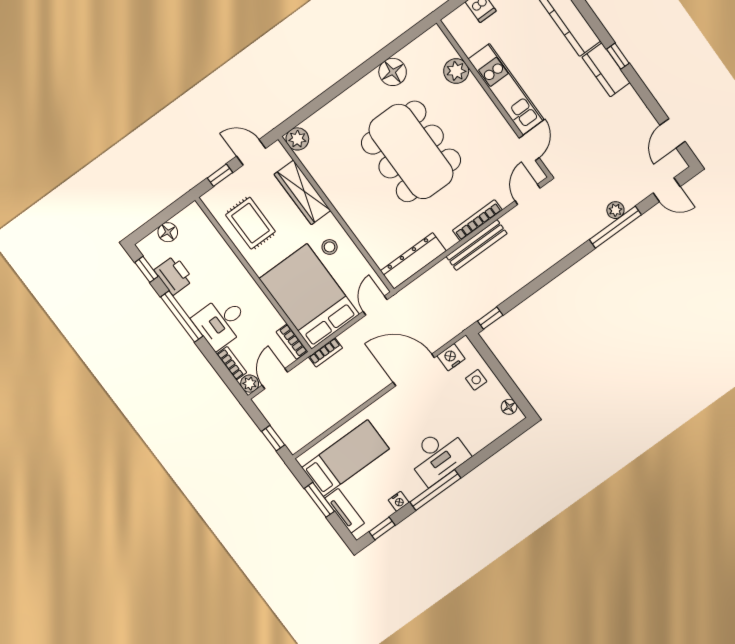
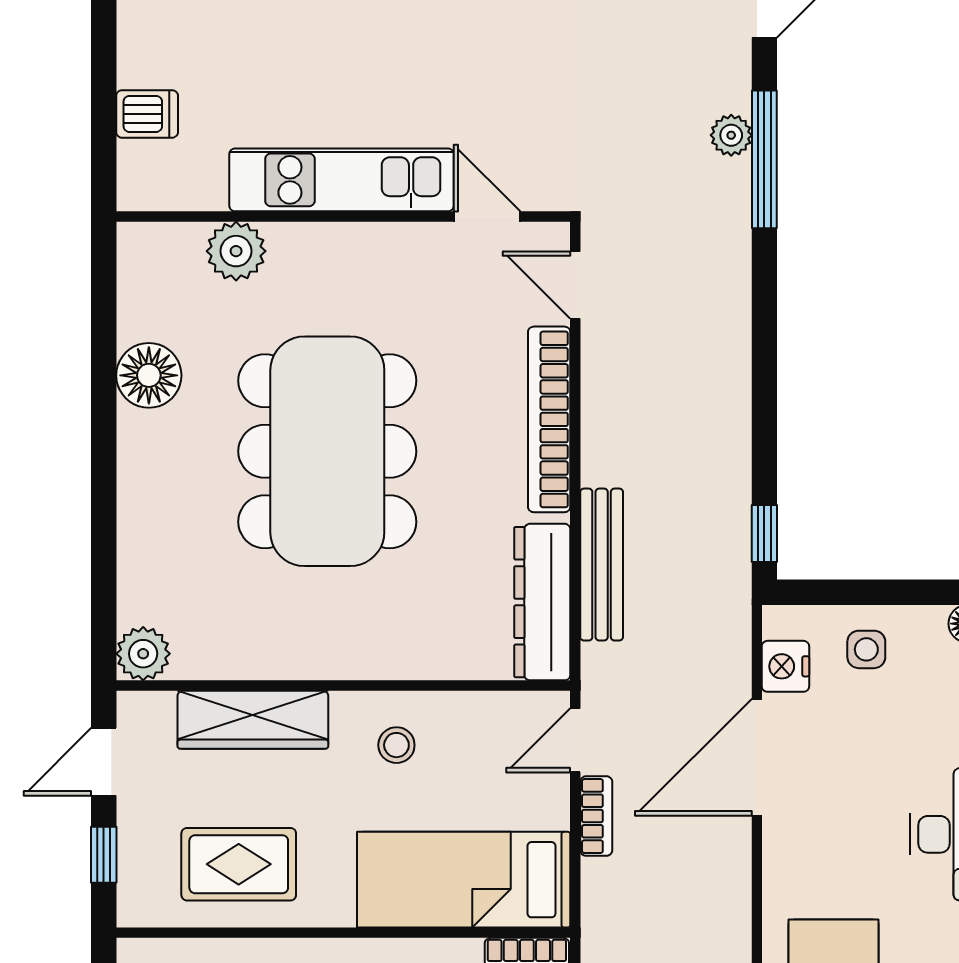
dining table: (411, 152) -> (327, 451), turned 90
bookcase: (477, 220) -> (549, 419), width x1.48, depth x1.31
bench: (477, 245) -> (602, 565), moved
bed: (309, 296) -> (464, 880), width x0.67
door: (375, 306) -> (575, 740), hinge flipped
bookcase: (325, 352) -> (596, 816), moved

